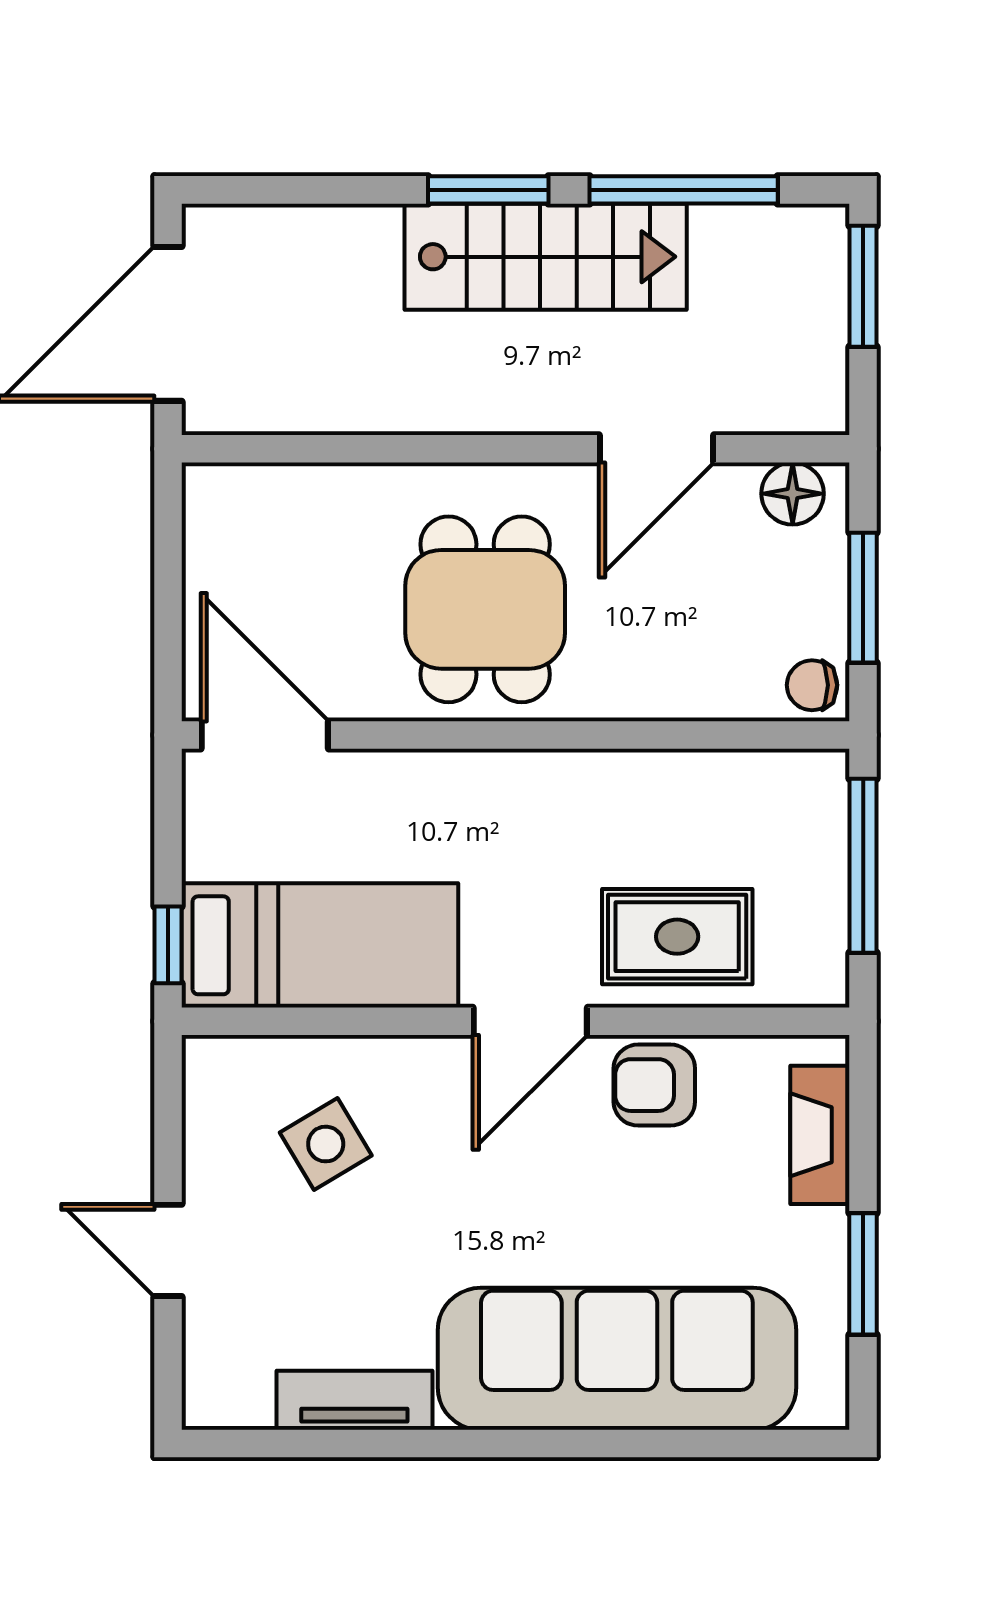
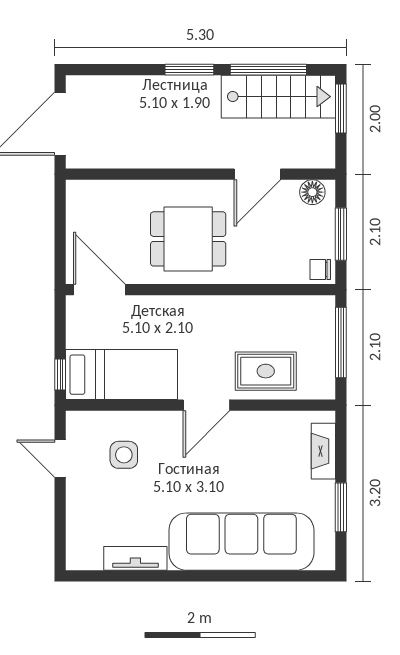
stairs: (546, 257) -> (278, 97), moved
dining table: (485, 609) -> (188, 239), turned 90
armchair: (654, 1085) -> (256, 431), removed
side table: (326, 1144) -> (124, 455), turned 31
door: (168, 1250) -> (60, 459), moved

